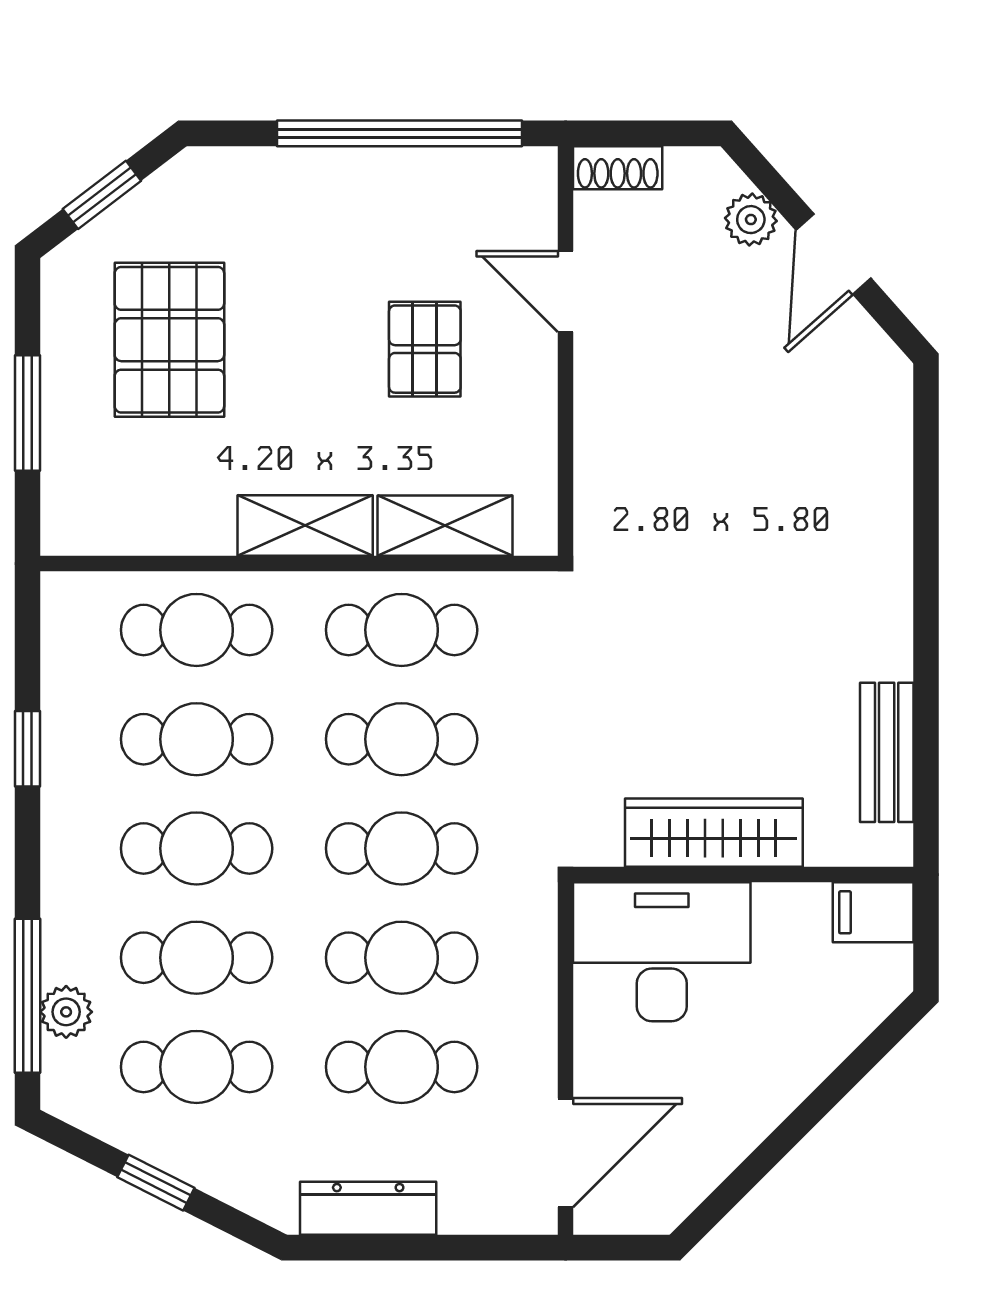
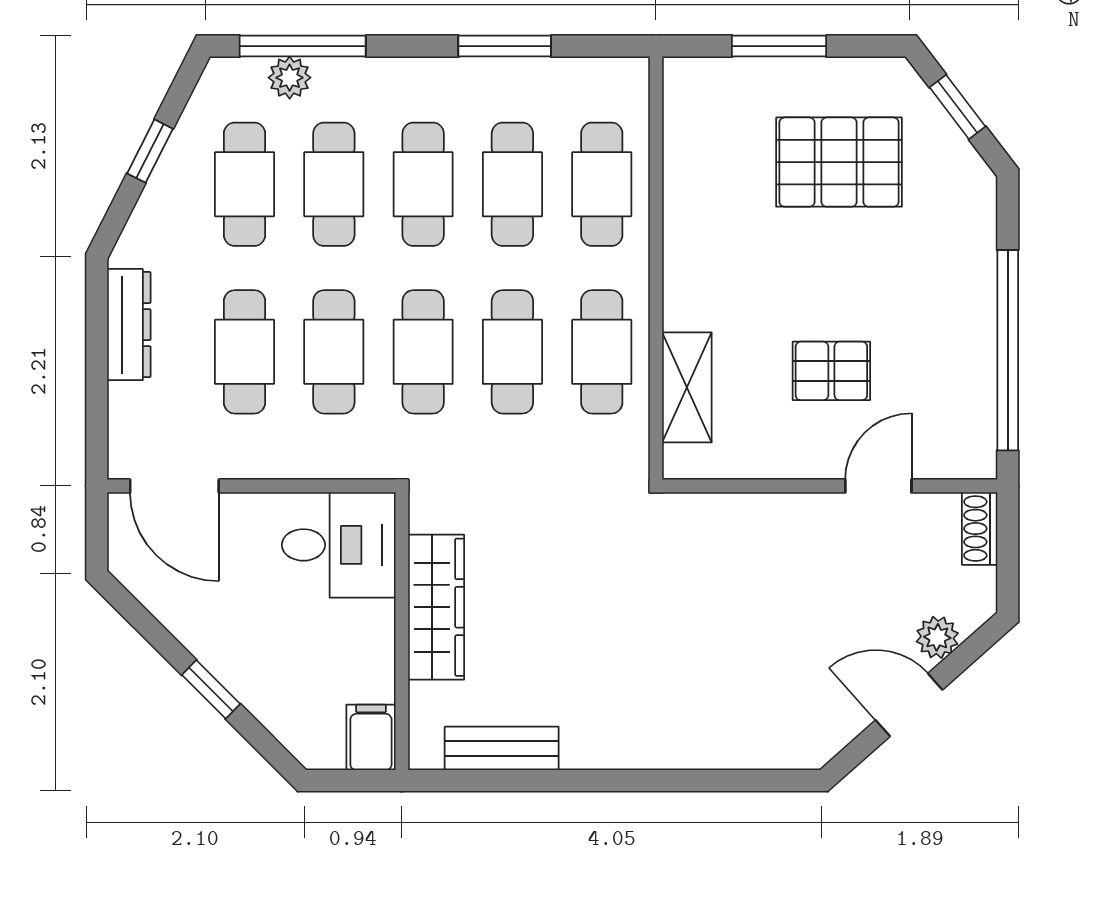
shelving: (305, 526) -> (687, 273), removed
window: (27, 749) -> (505, 46), width x1.50
desk: (662, 952) -> (339, 545), width x0.73
window: (815, 1108) -> (211, 689), added

